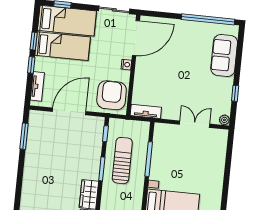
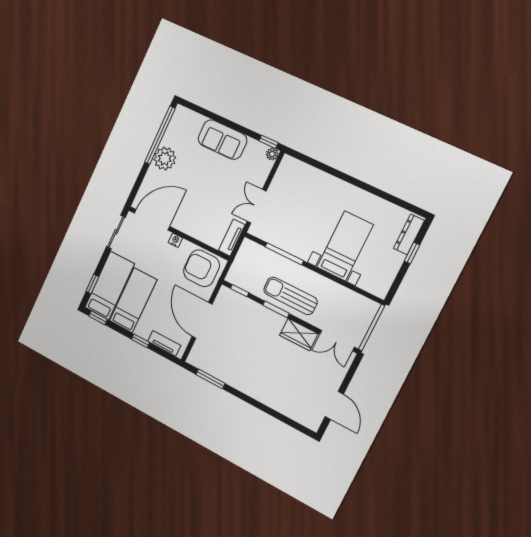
plant: (190, 31) -> (165, 159), added
door: (136, 38) -> (152, 220), hinge flipped
window: (34, 41) -> (98, 318), moved
sofa: (224, 56) -> (222, 140), moved
window: (235, 93) -> (269, 142), moved
double door: (195, 124) -> (257, 206), moved
sun lounger: (122, 161) -> (290, 296), moved

